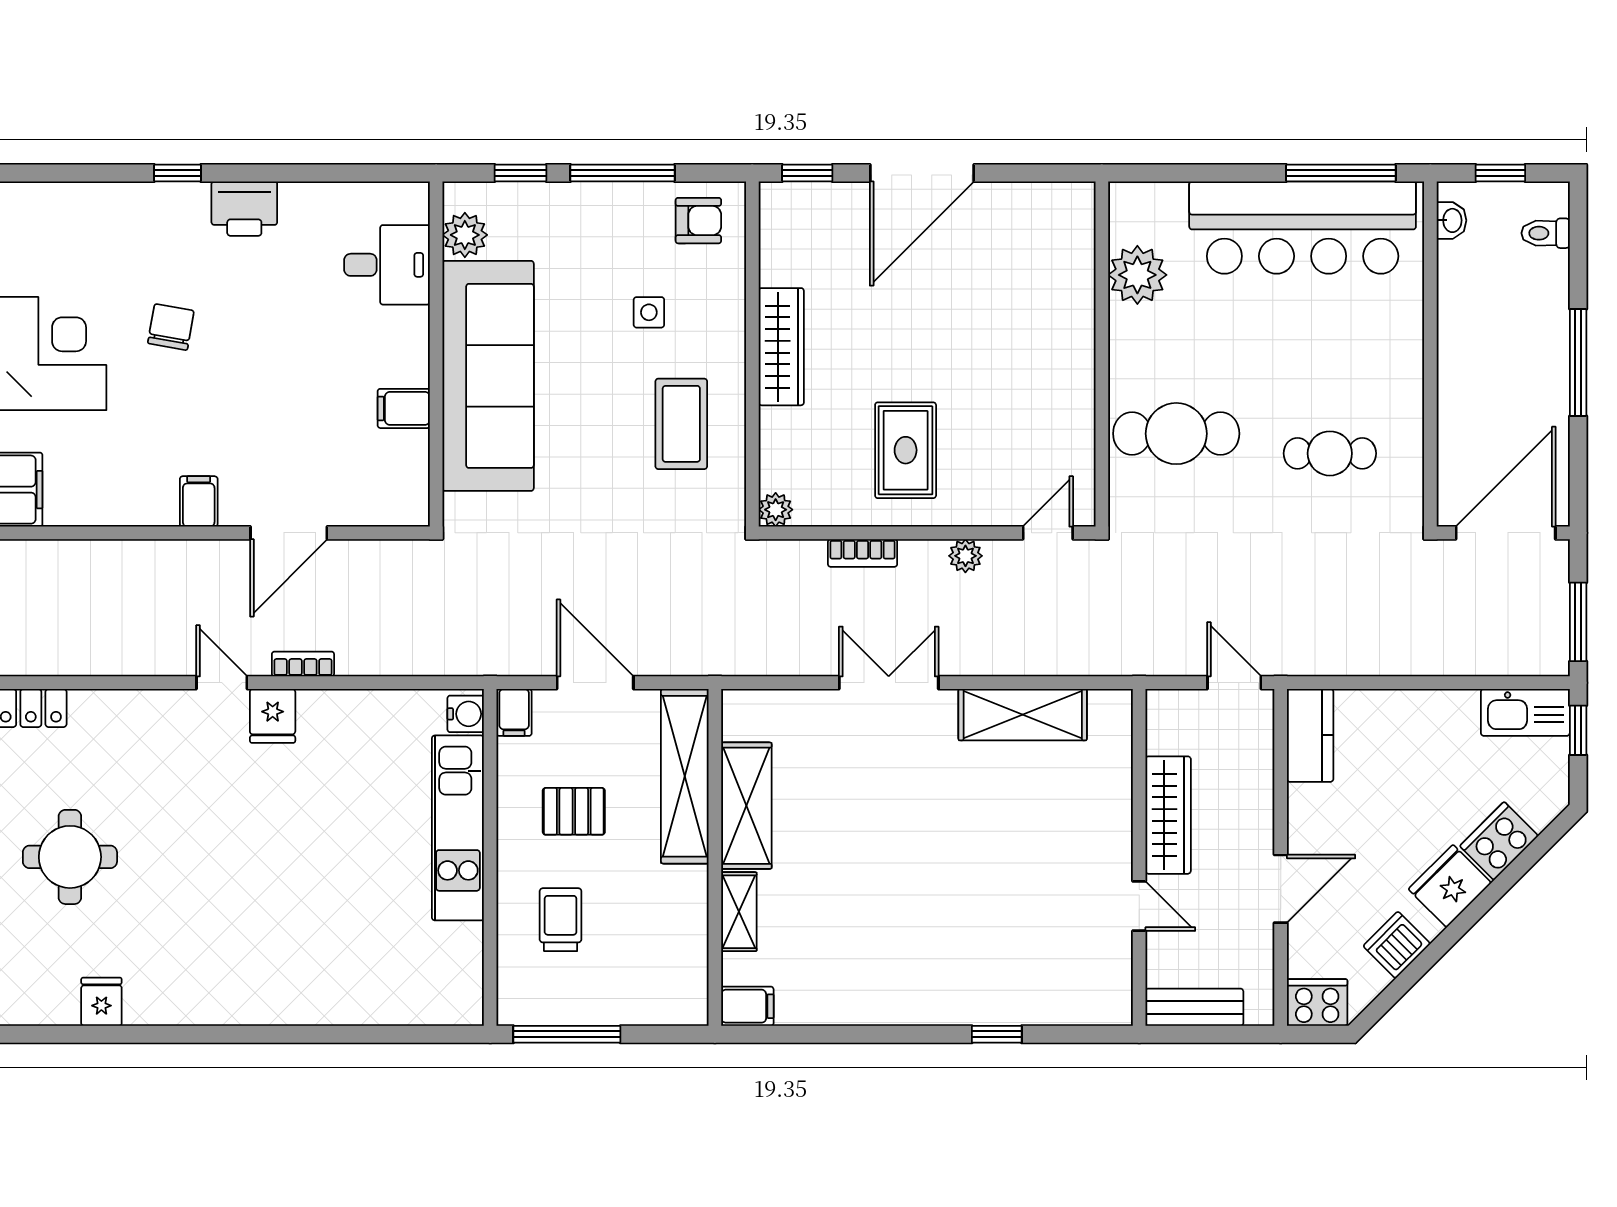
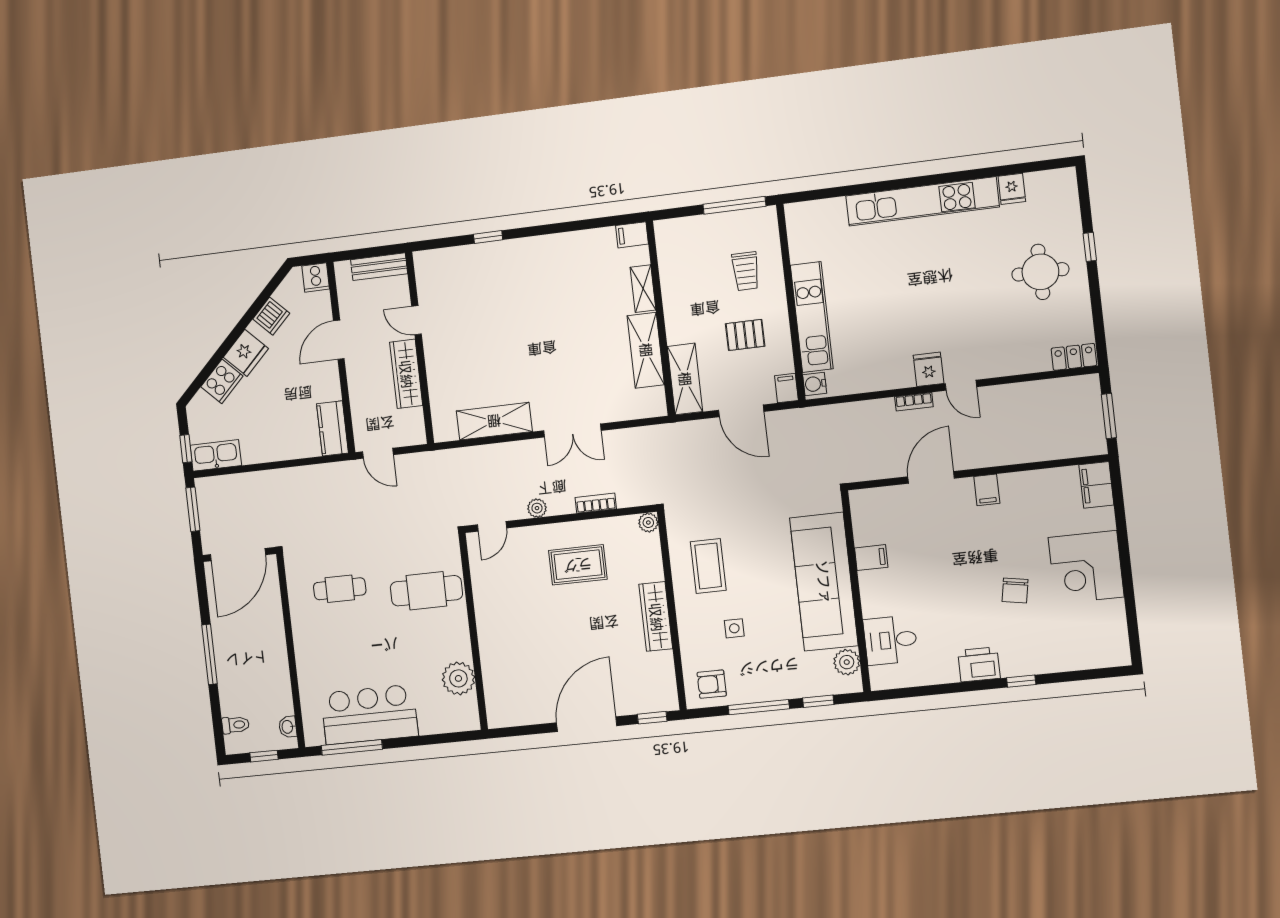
bar counter: (1303, 228) -> (369, 715), width x0.73
rug: (906, 450) -> (578, 565), turned 90
shelving: (685, 776) -> (685, 379), width x0.68
kitchen unit: (251, 1000) -> (922, 201), added
cooker: (1317, 1002) -> (316, 277), width x0.73

